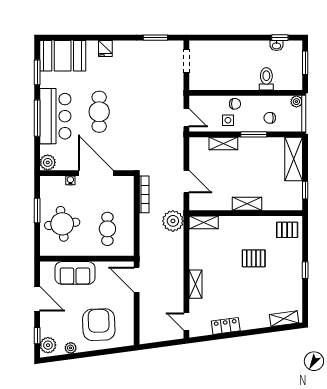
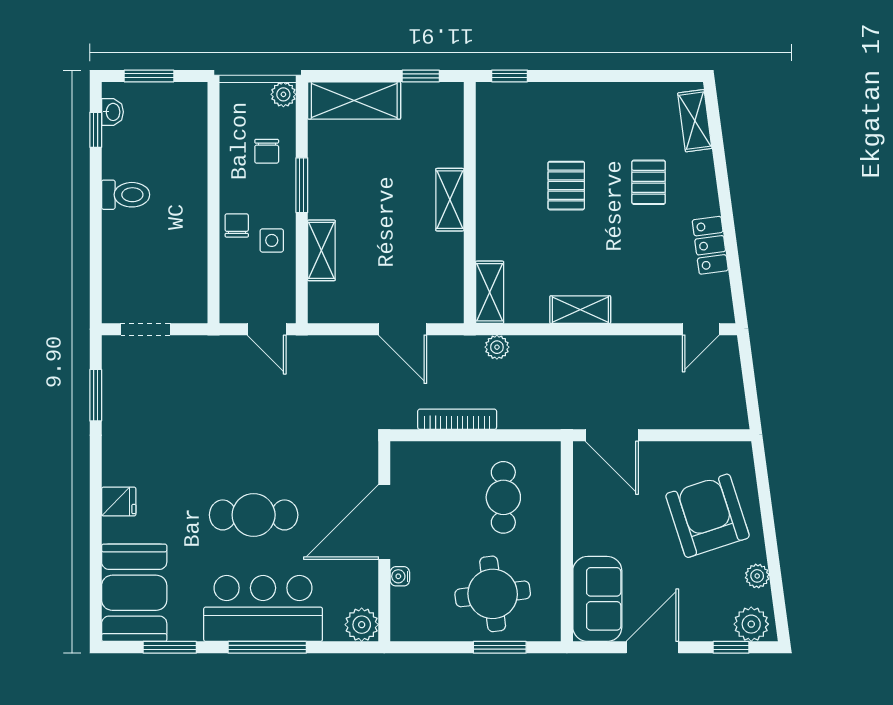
washbasin: (276, 46) -> (112, 112), moved
toilet: (266, 79) -> (126, 195), moved, turned 180
plant: (296, 102) -> (283, 94), moved
door: (186, 118) -> (267, 329), swing flipped
door: (186, 182) -> (403, 329), swing flipped
bookcase: (144, 194) -> (457, 419), moved
window: (37, 210) -> (500, 647), moved
plant: (173, 221) -> (497, 347), width x0.53, depth x0.53
cafe table: (107, 229) -> (503, 497), turned 90
pallet: (287, 230) -> (649, 182), moved
window: (305, 270) -> (510, 76), moved
sofa: (75, 273) -> (597, 599), moved
door: (137, 280) -> (612, 435), hinge flipped
shelving: (195, 284) -> (580, 310), moved
armchair: (99, 325) -> (708, 516), turned 74

